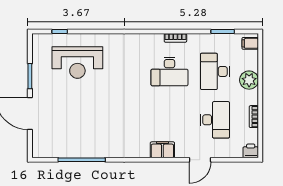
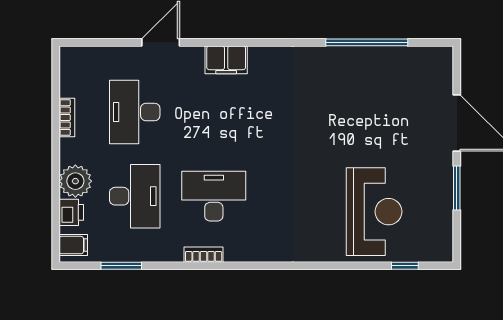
reception desk: (77, 63) -> (374, 212), turned 90
printer: (251, 151) -> (71, 212), moved, turned -90

